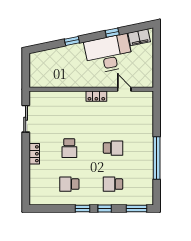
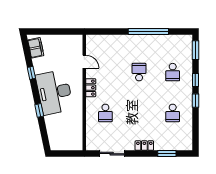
desk: (109, 54) -> (54, 92), moved
door: (124, 89) -> (84, 62), swing flipped
school desk: (69, 148) -> (105, 113), moved, turned 90
window: (26, 178) -> (167, 154), added

